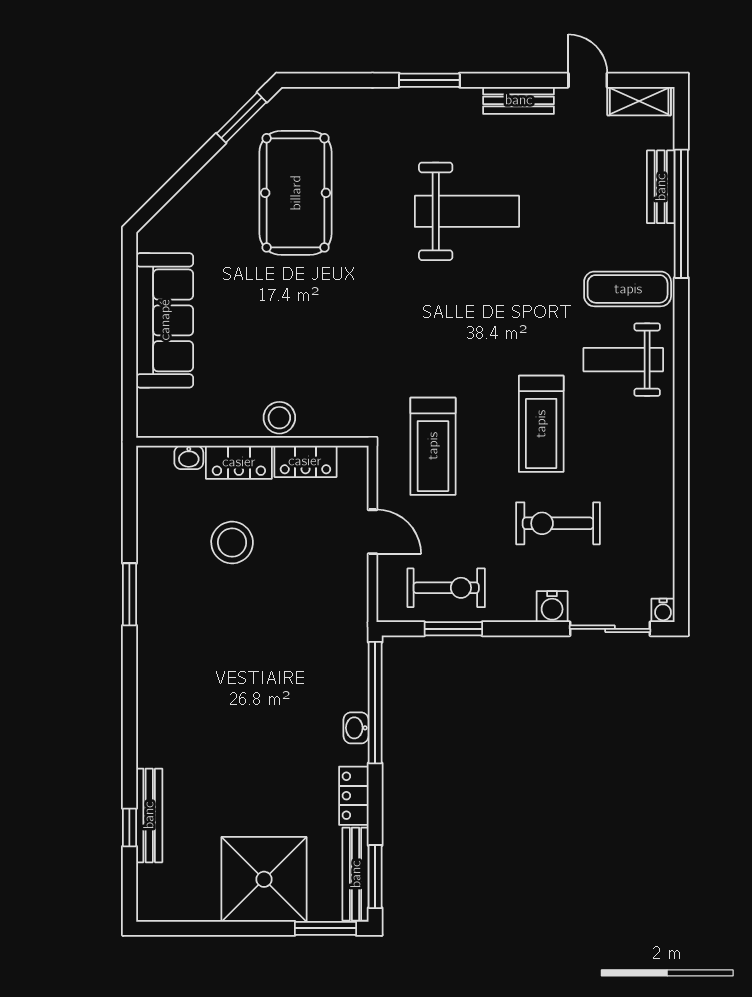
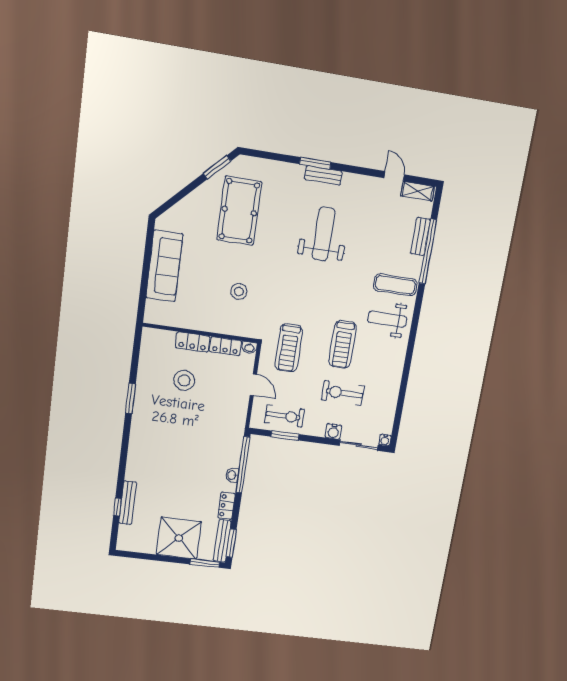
bench: (519, 100) -> (323, 175), moved
weight bench: (467, 211) -> (323, 234), turned -90
stool: (279, 418) -> (239, 291), moved
washbasin: (189, 457) -> (249, 348), moved

